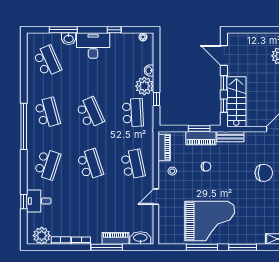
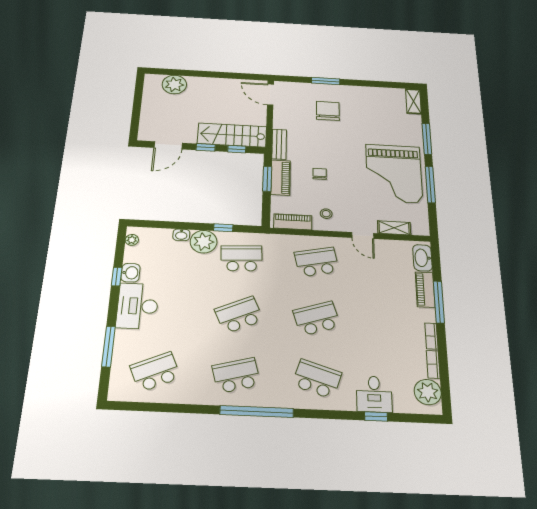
washbasin: (69, 39) -> (130, 273), moved
shelving: (163, 219) -> (394, 228), added
grand piano: (210, 221) -> (394, 174), turned 180

